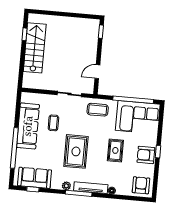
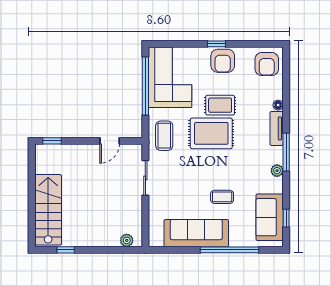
stairs: (35, 48) -> (48, 210), moved, turned 90
door: (97, 72) -> (110, 141), hinge flipped
plant: (27, 77) -> (127, 240), added
coffee table: (53, 123) -> (222, 197), moved
rug: (76, 151) -> (211, 133), moved
armchair: (141, 185) -> (267, 64), turned -90
tv unit: (91, 188) -> (277, 128), width x0.71

